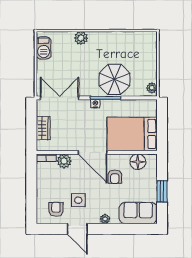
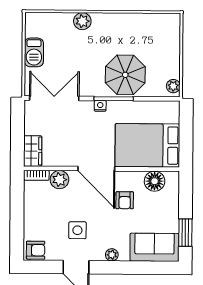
barbecue: (44, 48) -> (34, 52), moved
wardrobe: (43, 128) -> (33, 151), moved
window: (162, 191) -> (185, 233), moved
armchair: (56, 209) -> (36, 250), moved, turned 90

